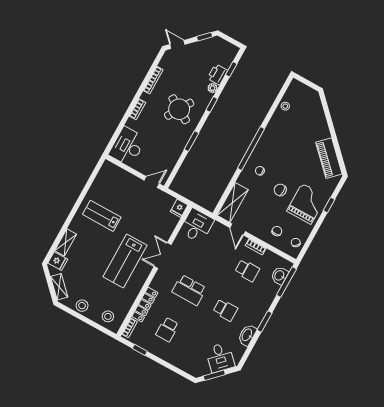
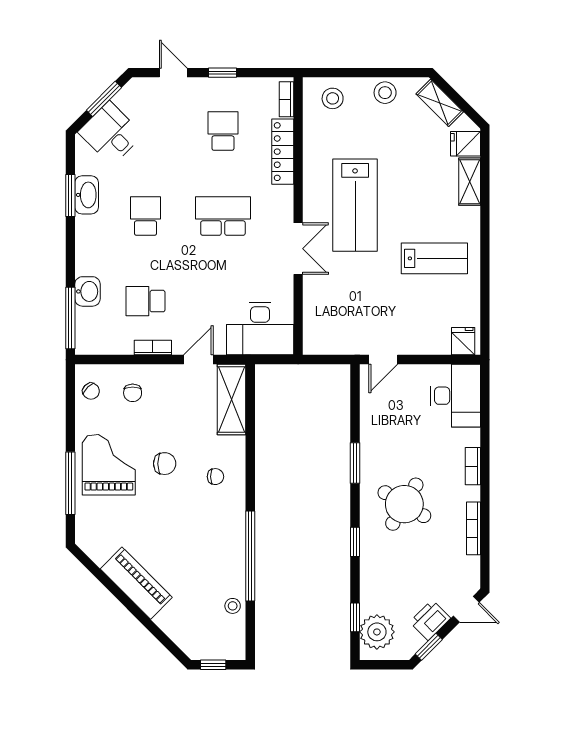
printer: (218, 74) -> (430, 620), moved, turned -135
window: (310, 84) -> (213, 665), added
plant: (212, 88) -> (377, 632), moved, width x1.87, depth x1.87
window: (251, 149) -> (250, 556), moved
piano: (329, 158) -> (136, 583), moved
grand piano: (306, 204) -> (109, 465), turned 180
window: (329, 205) -> (70, 483), width x2.17
fridge: (179, 208) -> (463, 341), moved
desk: (197, 226) -> (260, 329), width x1.37
door: (238, 230) -> (198, 360), hinge flipped
lab bench: (125, 261) -> (355, 205), turned 180
washbasin: (280, 276) -> (87, 291), moved
school desk: (225, 310) -> (145, 216), turned 90
window: (264, 322) -> (70, 195), moved
window: (140, 350) -> (222, 73), moved
door: (175, 370) -> (173, 73), added

